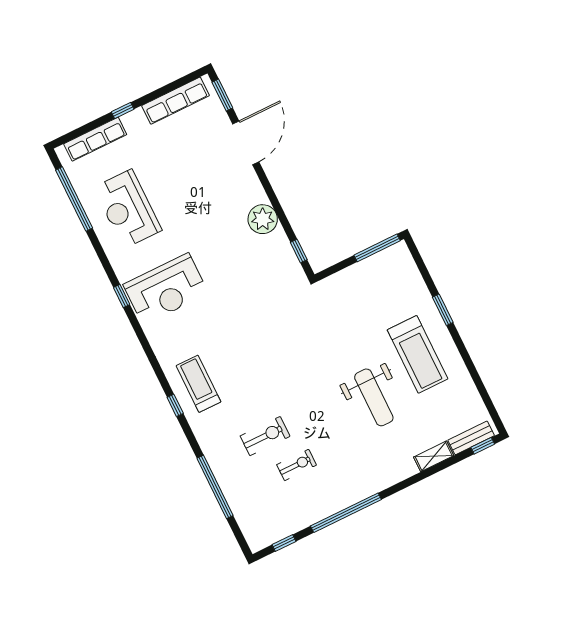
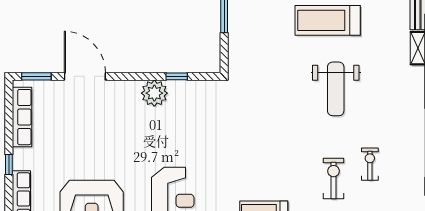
window: (299, 251) -> (177, 76), moved
treadmill: (418, 354) -> (328, 20), turned 180
weight bench: (374, 397) -> (336, 89), moved, turned 90

